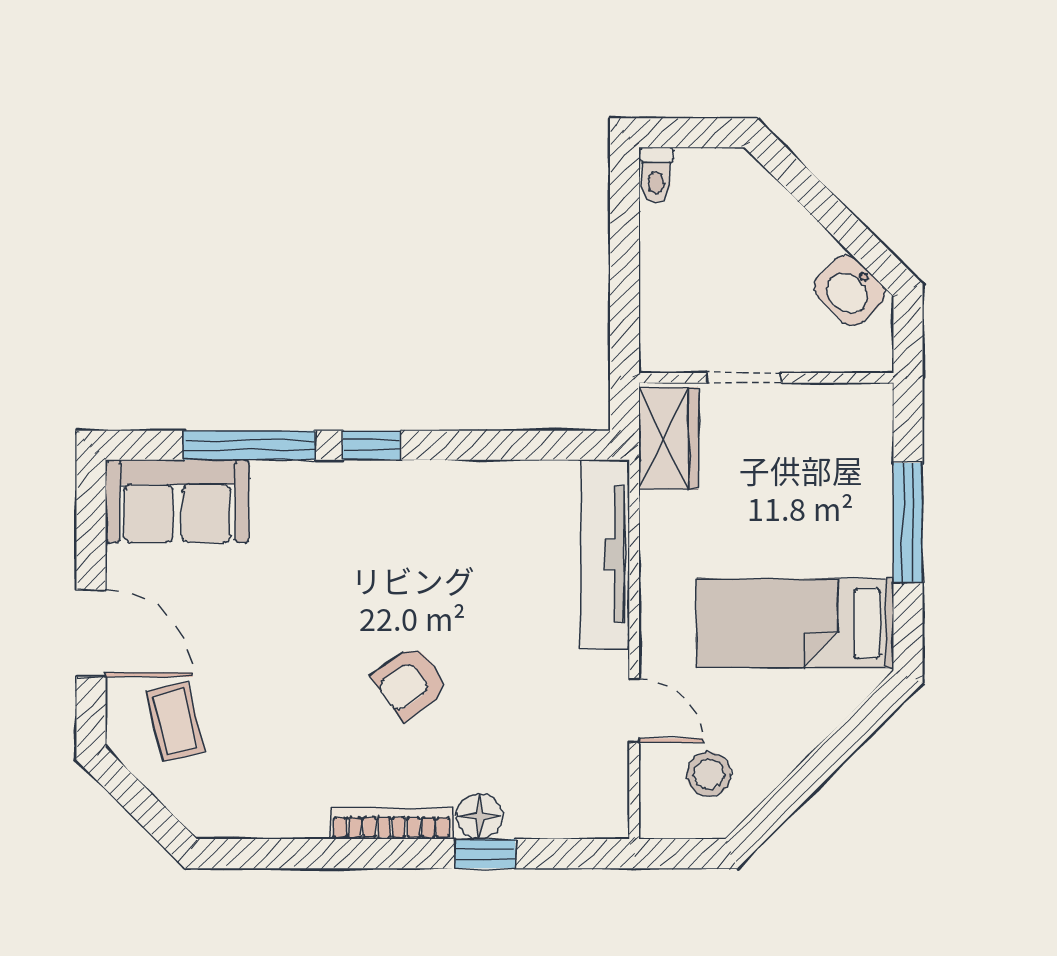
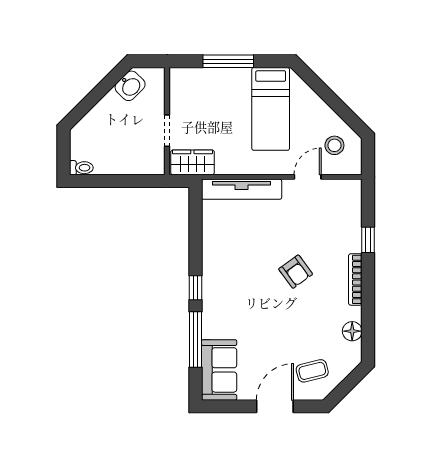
floor lamp: (479, 816) -> (352, 331), moved

